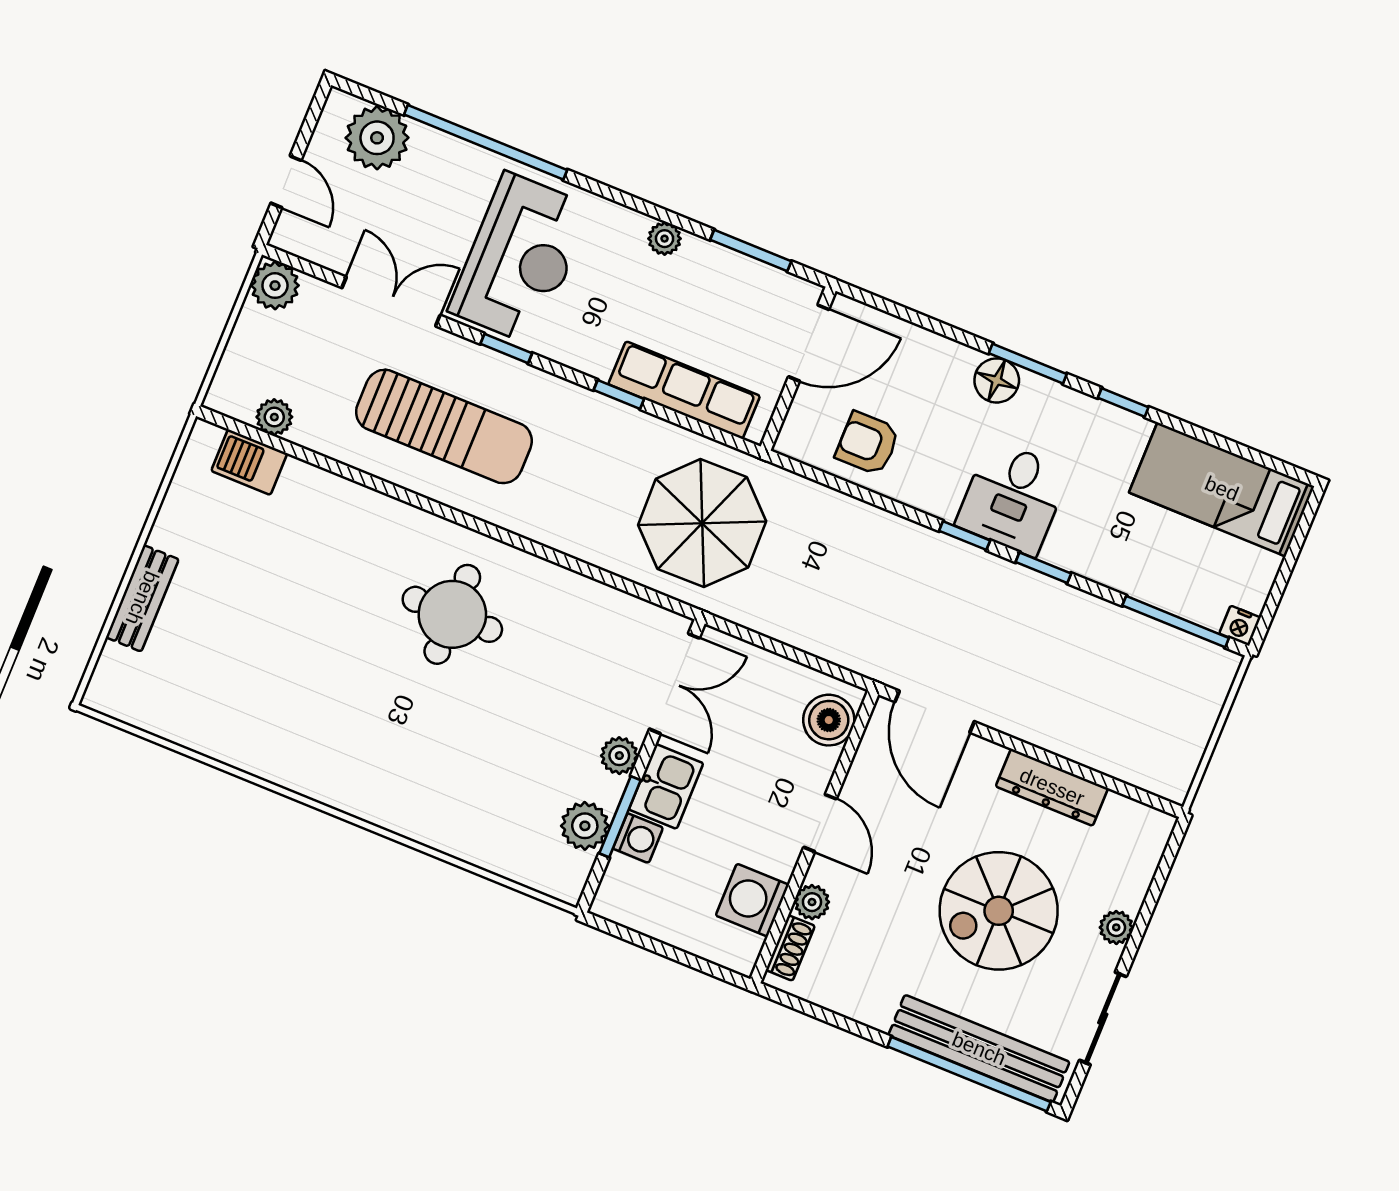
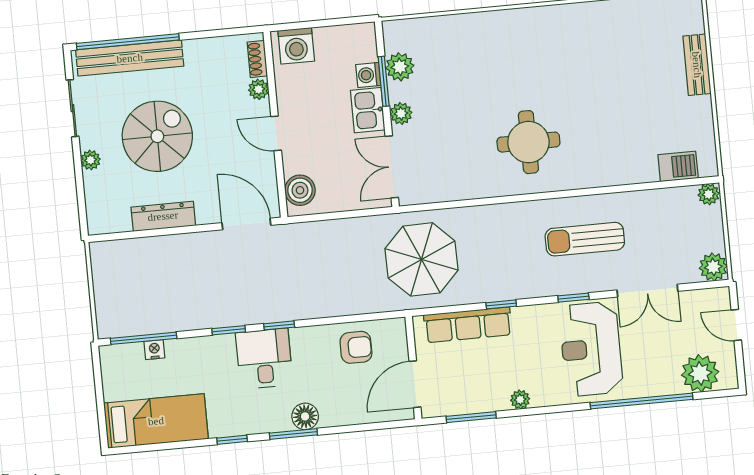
plant: (274, 417) -> (709, 194), moved
sun lounger: (444, 426) -> (585, 239), width x0.73, depth x0.75
nightstand: (1240, 626) -> (154, 350), moved
washing machine: (752, 900) -> (296, 46), moved, turned 90

